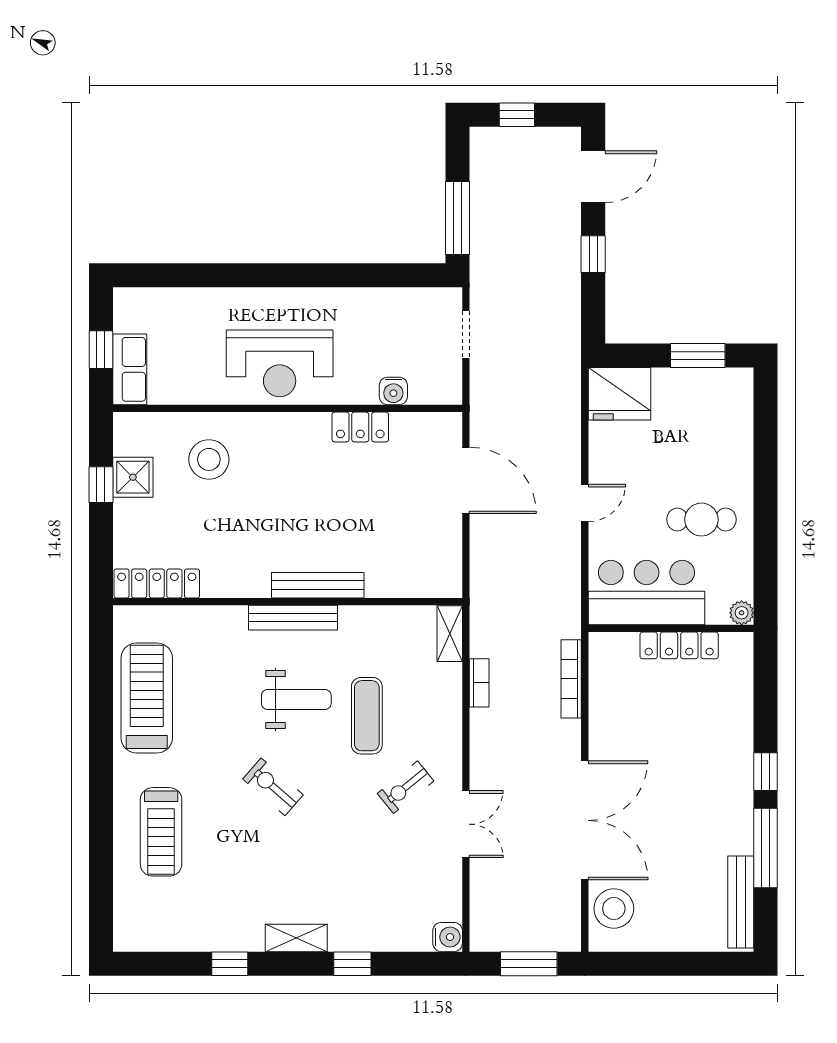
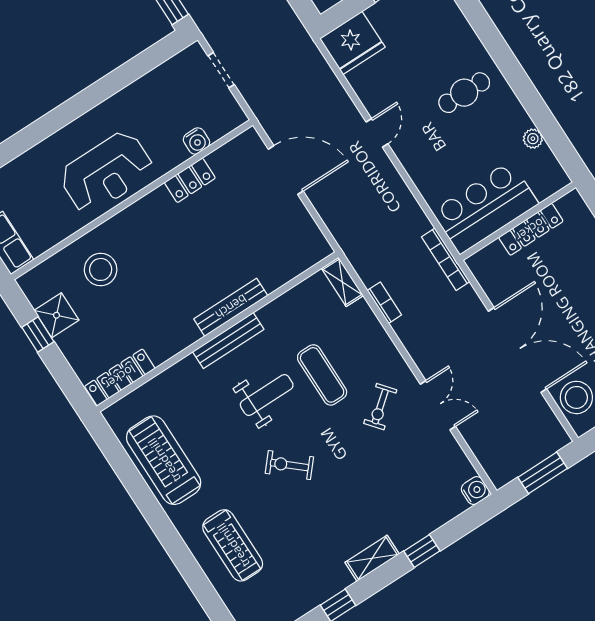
bar counter: (647, 593) -> (485, 208), moved
wall: (671, 628) -> (518, 221), moved
locker: (679, 645) -> (531, 229), moved

